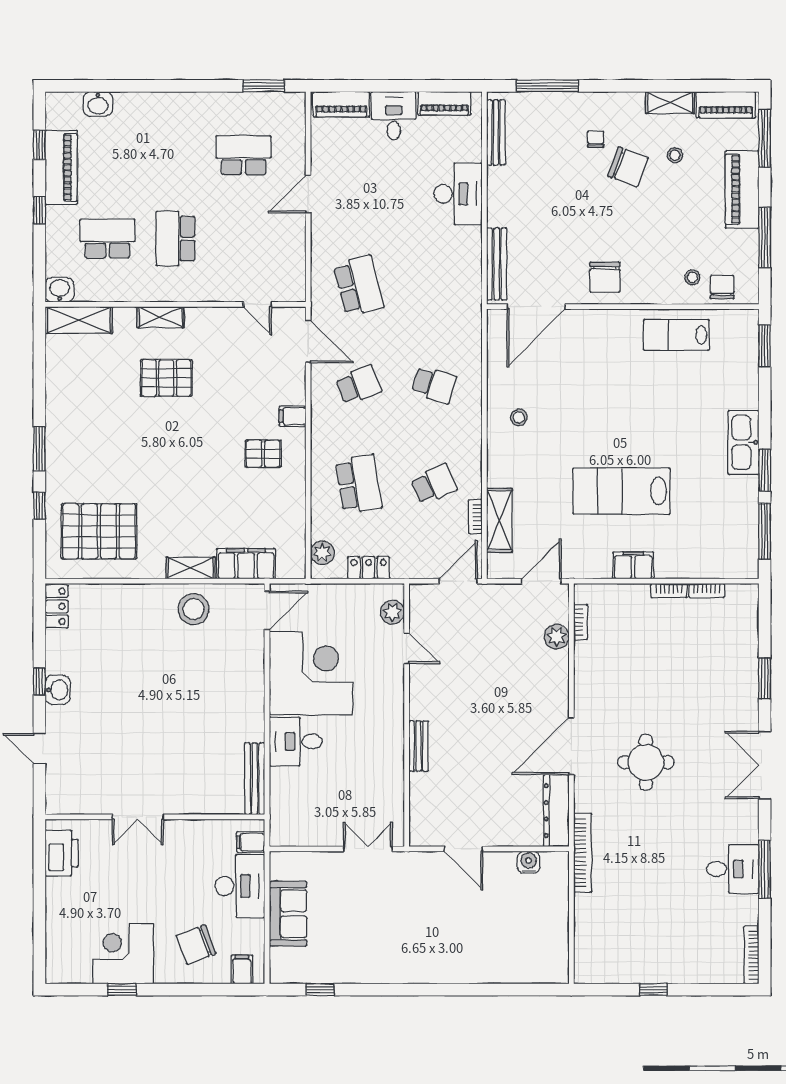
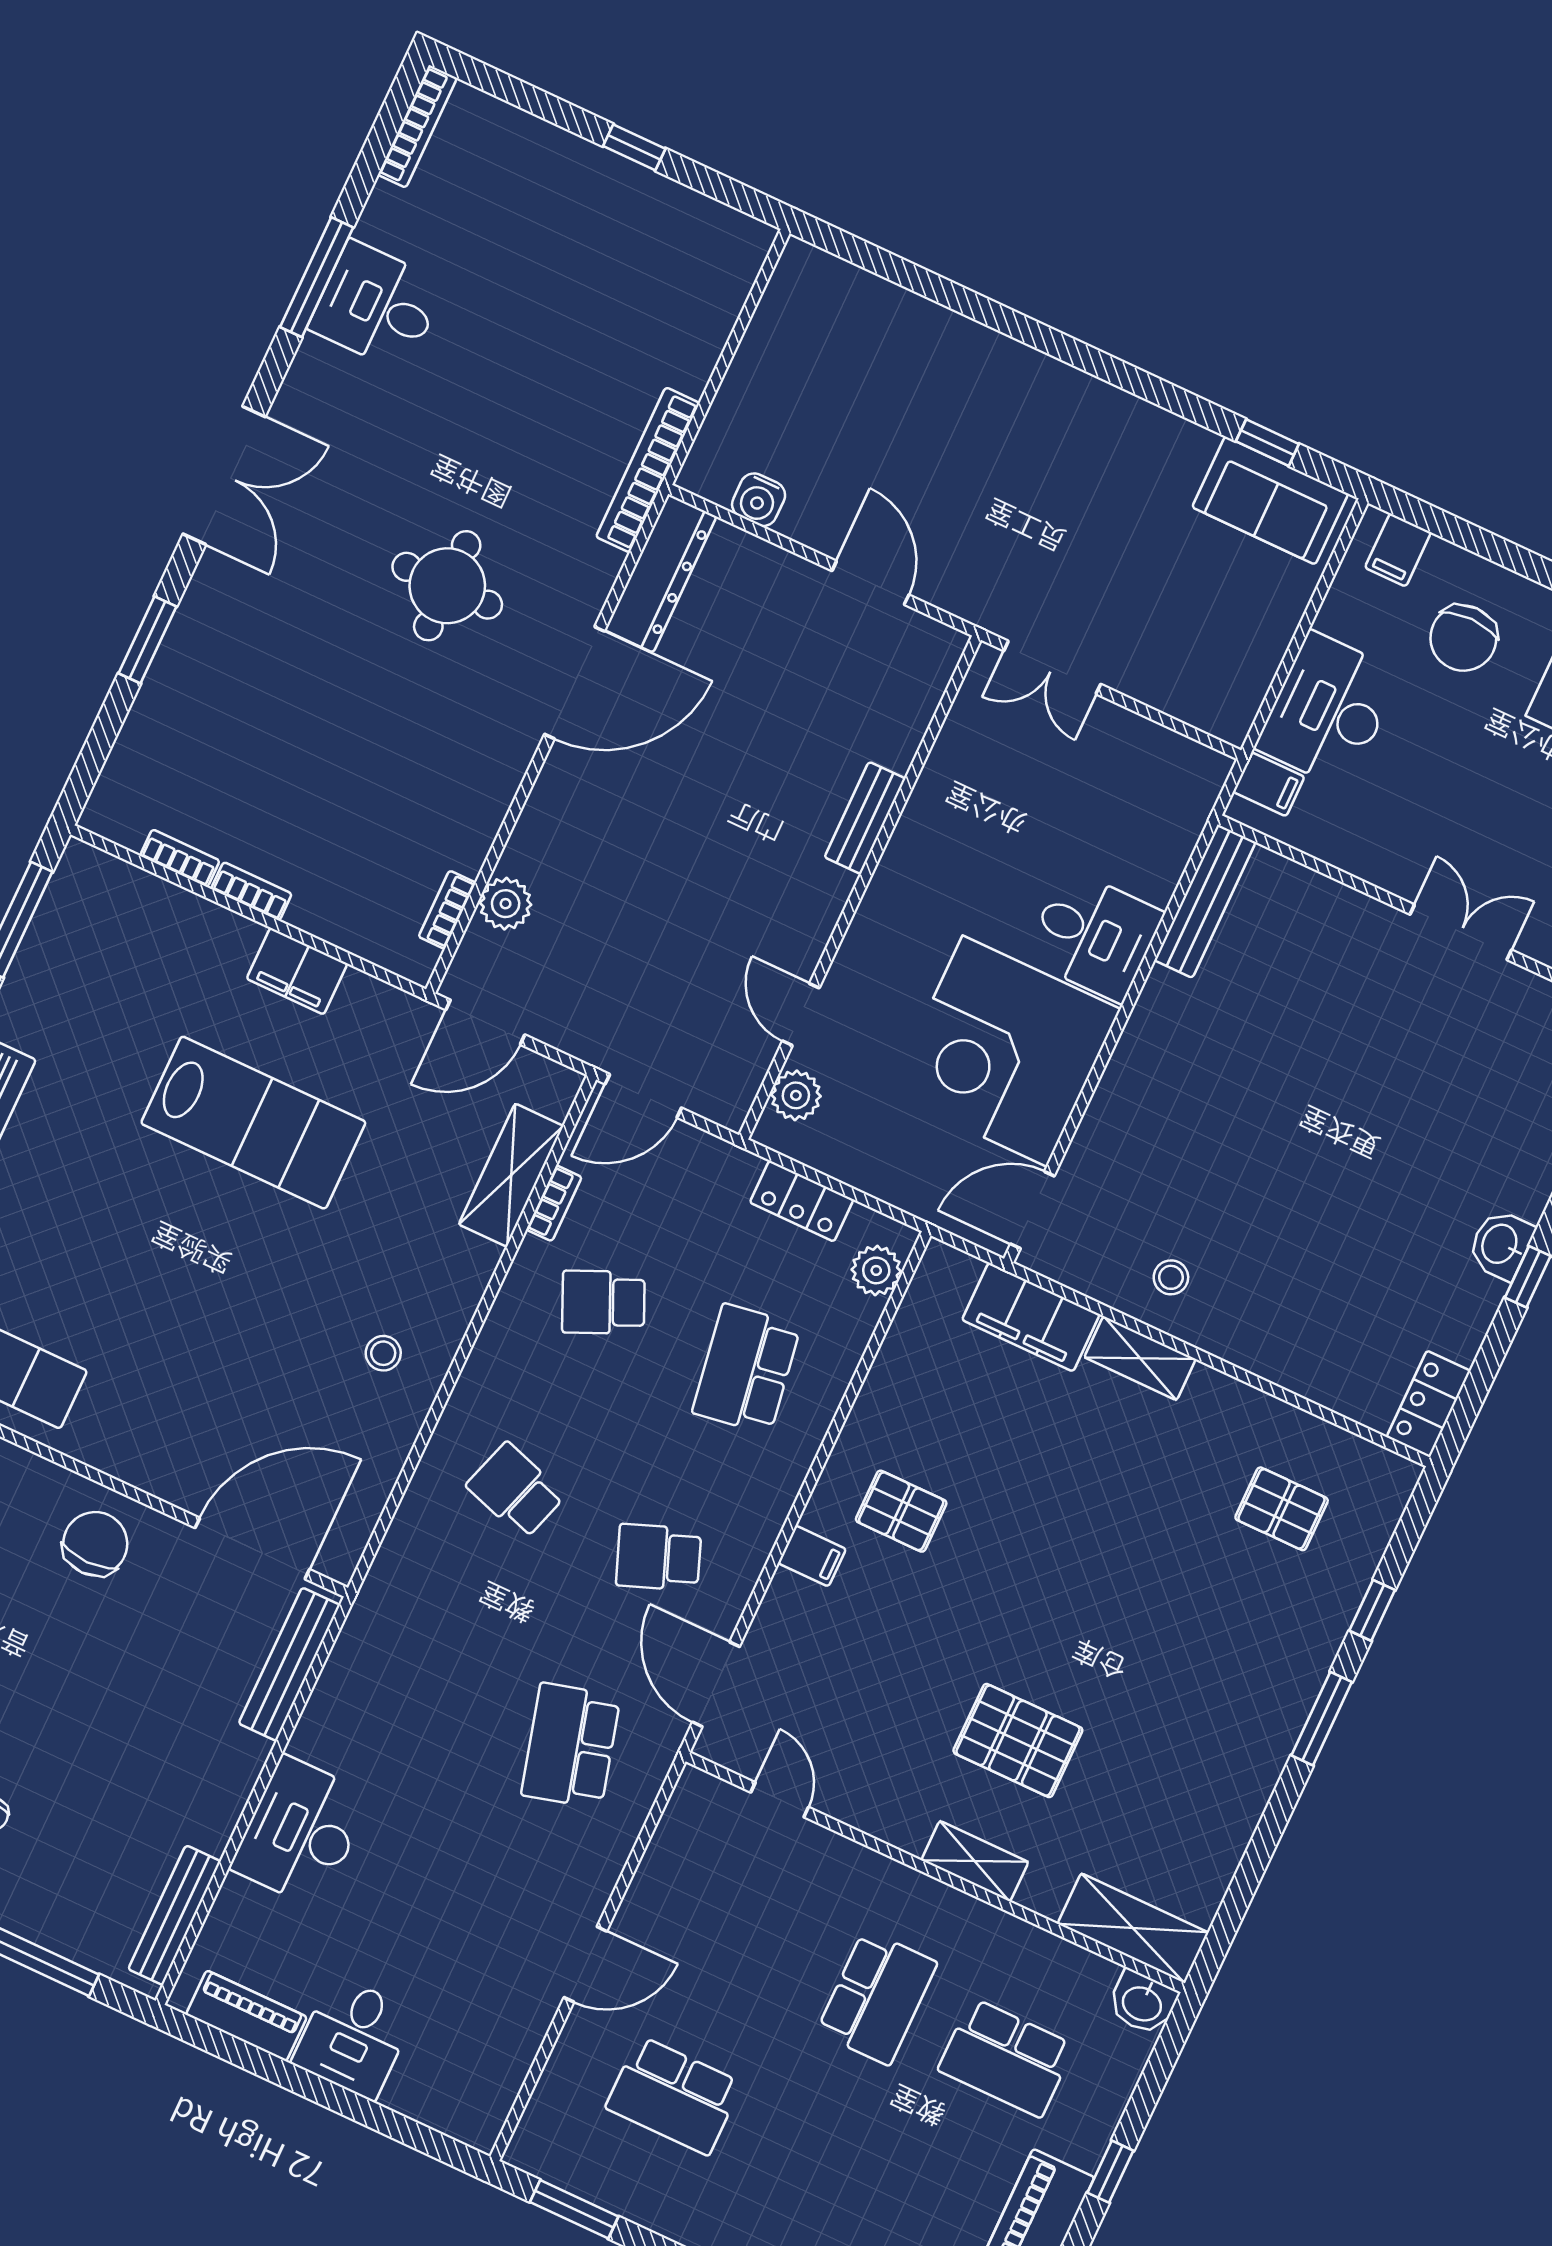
piano: (341, 104) -> (443, 2106), removed
pallet: (99, 531) -> (1282, 1509), width x0.49, depth x0.50
stool: (193, 609) -> (1171, 1277), width x0.53, depth x0.53
sofa: (288, 914) -> (1270, 500), moved, turned -90
chair: (196, 945) -> (1463, 638), turned 111

